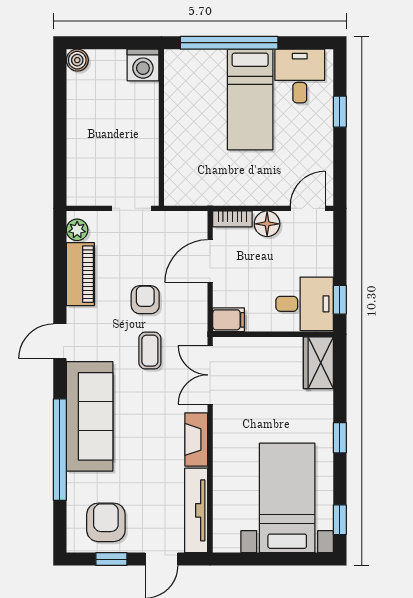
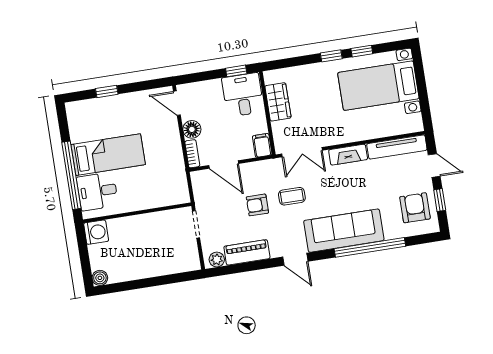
desk: (300, 76) -> (97, 191), moved
wardrobe: (318, 363) -> (278, 102), moved, turned -90
window: (340, 520) -> (362, 51), moved
armchair: (106, 522) -> (415, 208), turned 90

